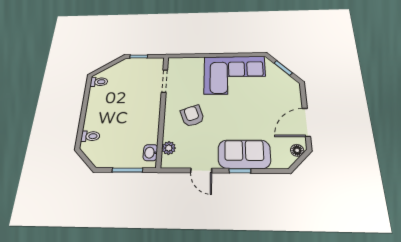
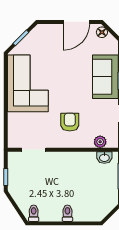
armchair: (192, 116) -> (70, 122), turned 110
door: (306, 122) -> (76, 22), hinge flipped
toilet: (90, 136) -> (67, 213), moved

